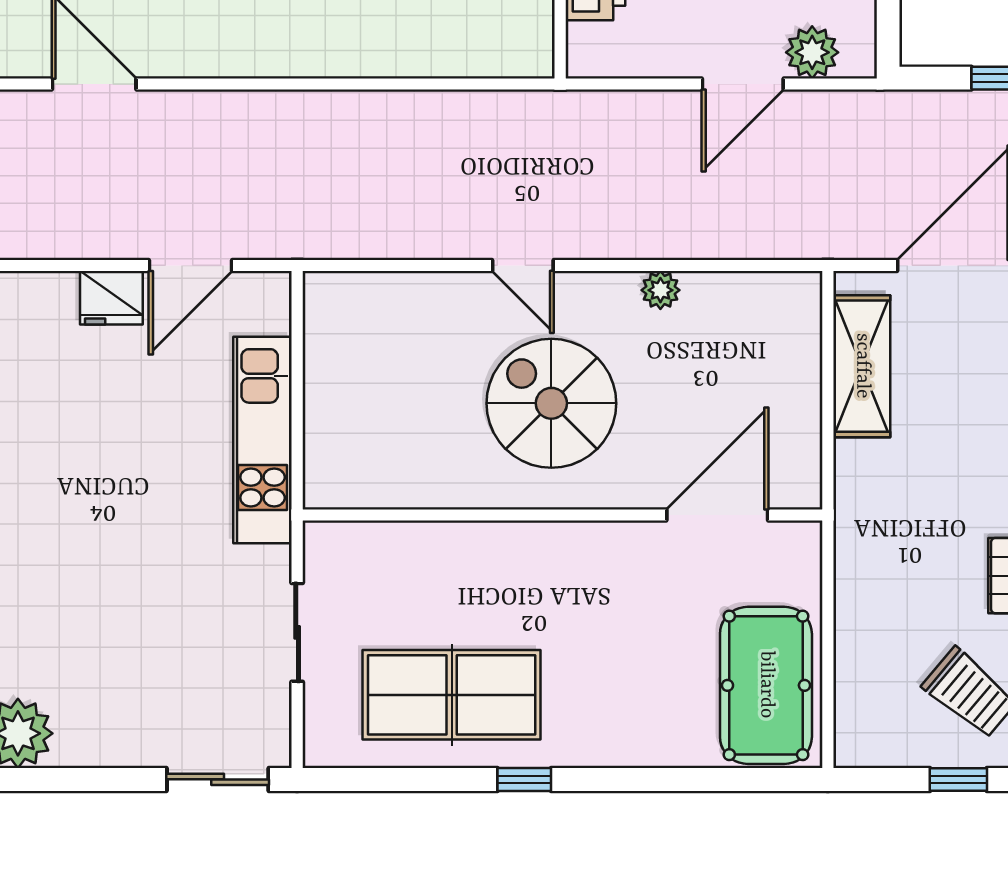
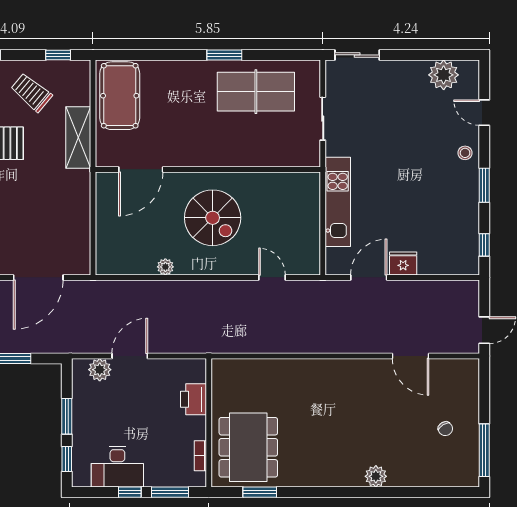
door: (523, 265) -> (272, 277), moved
shelving: (862, 366) -> (78, 138), moved
window: (524, 779) -> (224, 55), width x1.50
window: (958, 779) -> (58, 55), moved

